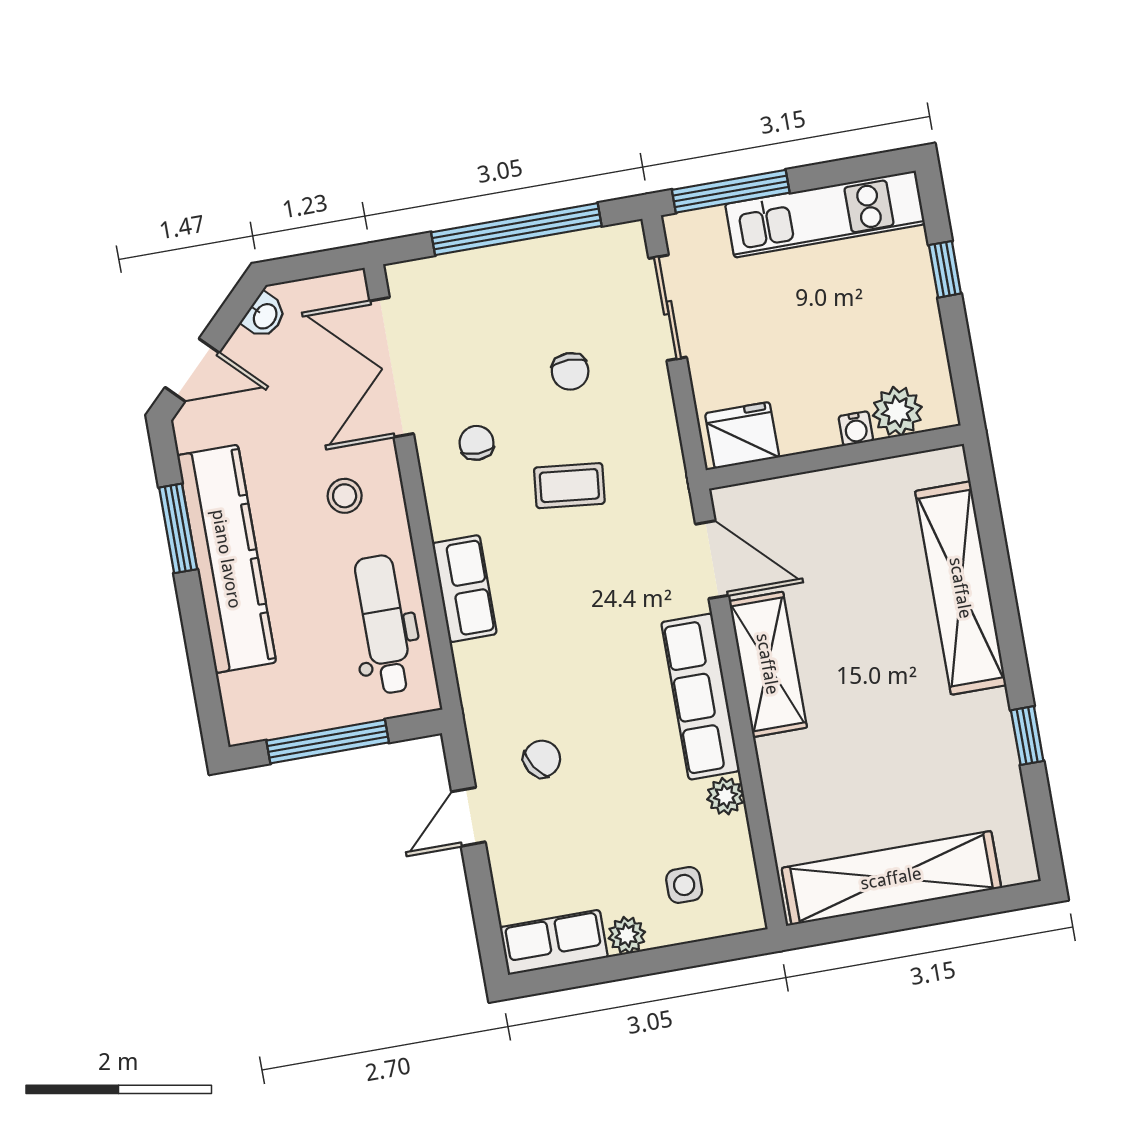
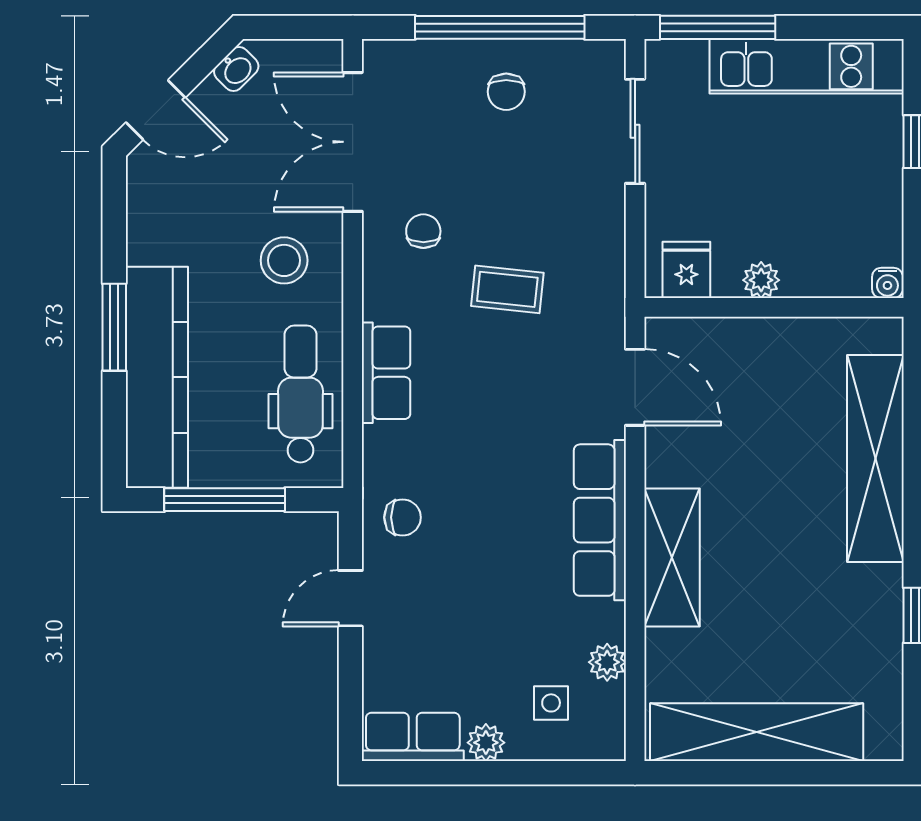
chair: (570, 371) -> (506, 92), moved
plant: (897, 411) -> (761, 280), moved, width x0.73, depth x0.73
water cooler: (856, 429) -> (887, 283), moved
fridge: (742, 435) -> (686, 270), width x0.72
stool: (345, 496) -> (284, 260), width x1.37, depth x1.37
window: (178, 528) -> (114, 327), moved
kitchen counter: (227, 559) -> (157, 377), moved
shelving: (768, 664) -> (672, 557), moved
chair: (542, 759) -> (402, 517), moved, turned 33
plant: (725, 796) -> (607, 662), moved

